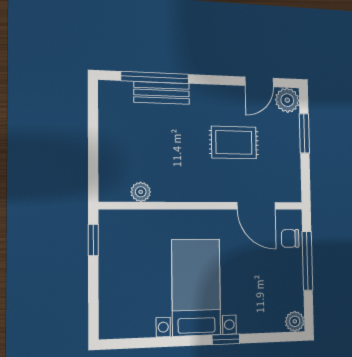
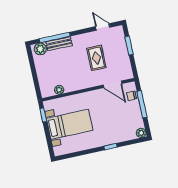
door: (259, 82) -> (103, 27), swing flipped
plant: (287, 100) -> (40, 49), moved
rug: (234, 142) -> (96, 58), turned 90
bed with nightstands: (196, 287) -> (70, 124), moved, turned 90

